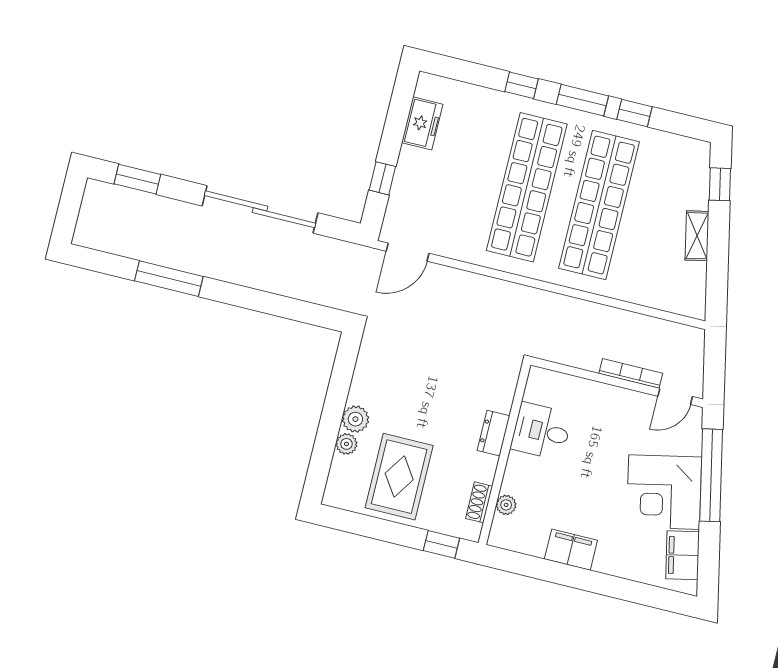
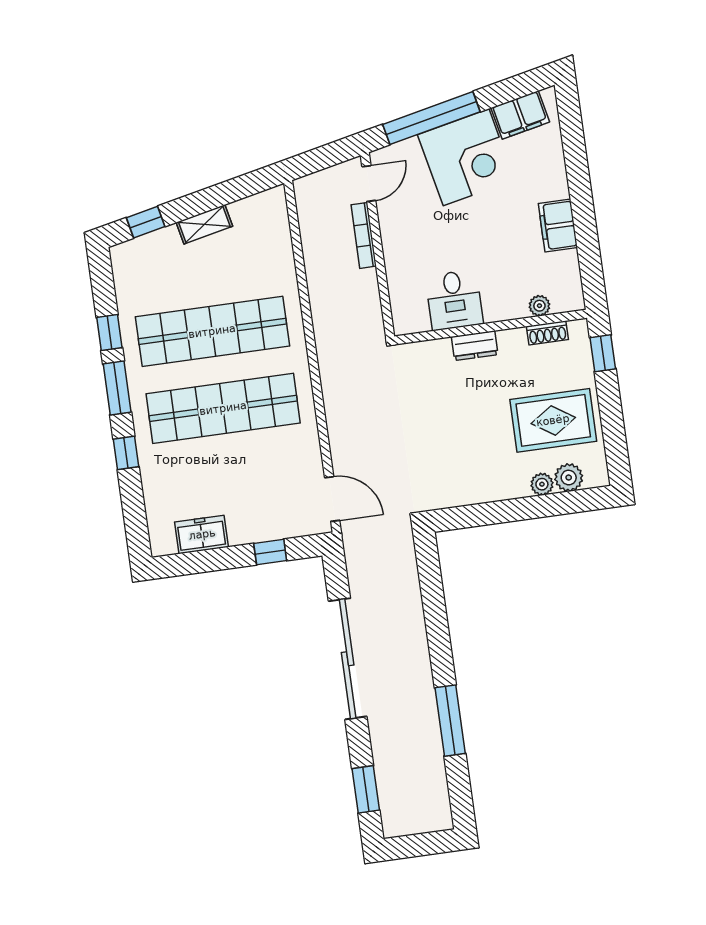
door: (675, 396) -> (369, 184), hinge flipped
plant: (355, 419) -> (569, 478), moved

